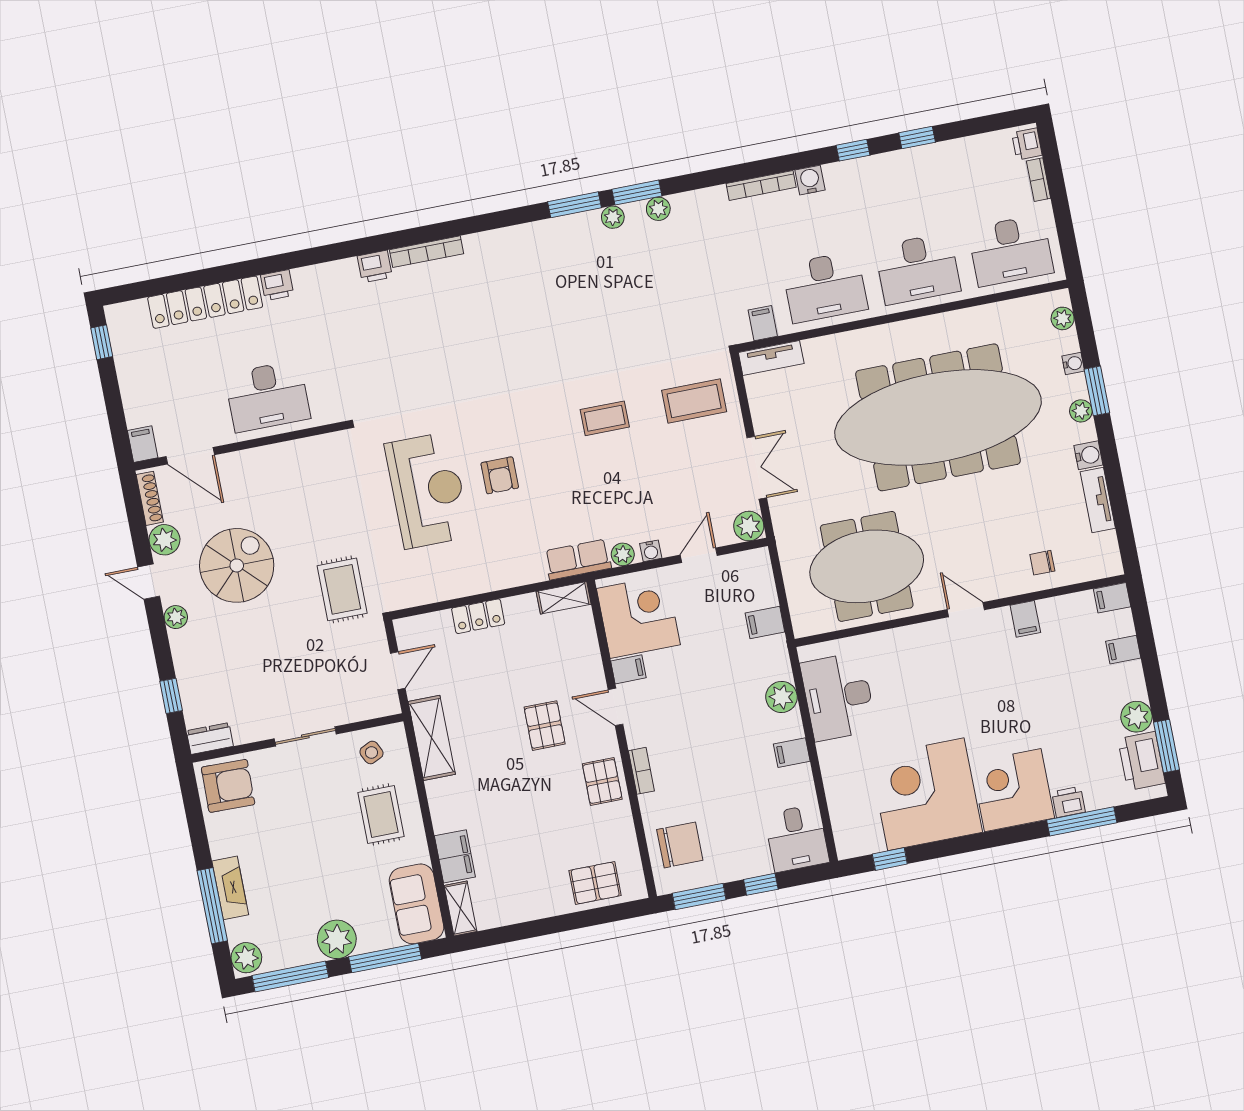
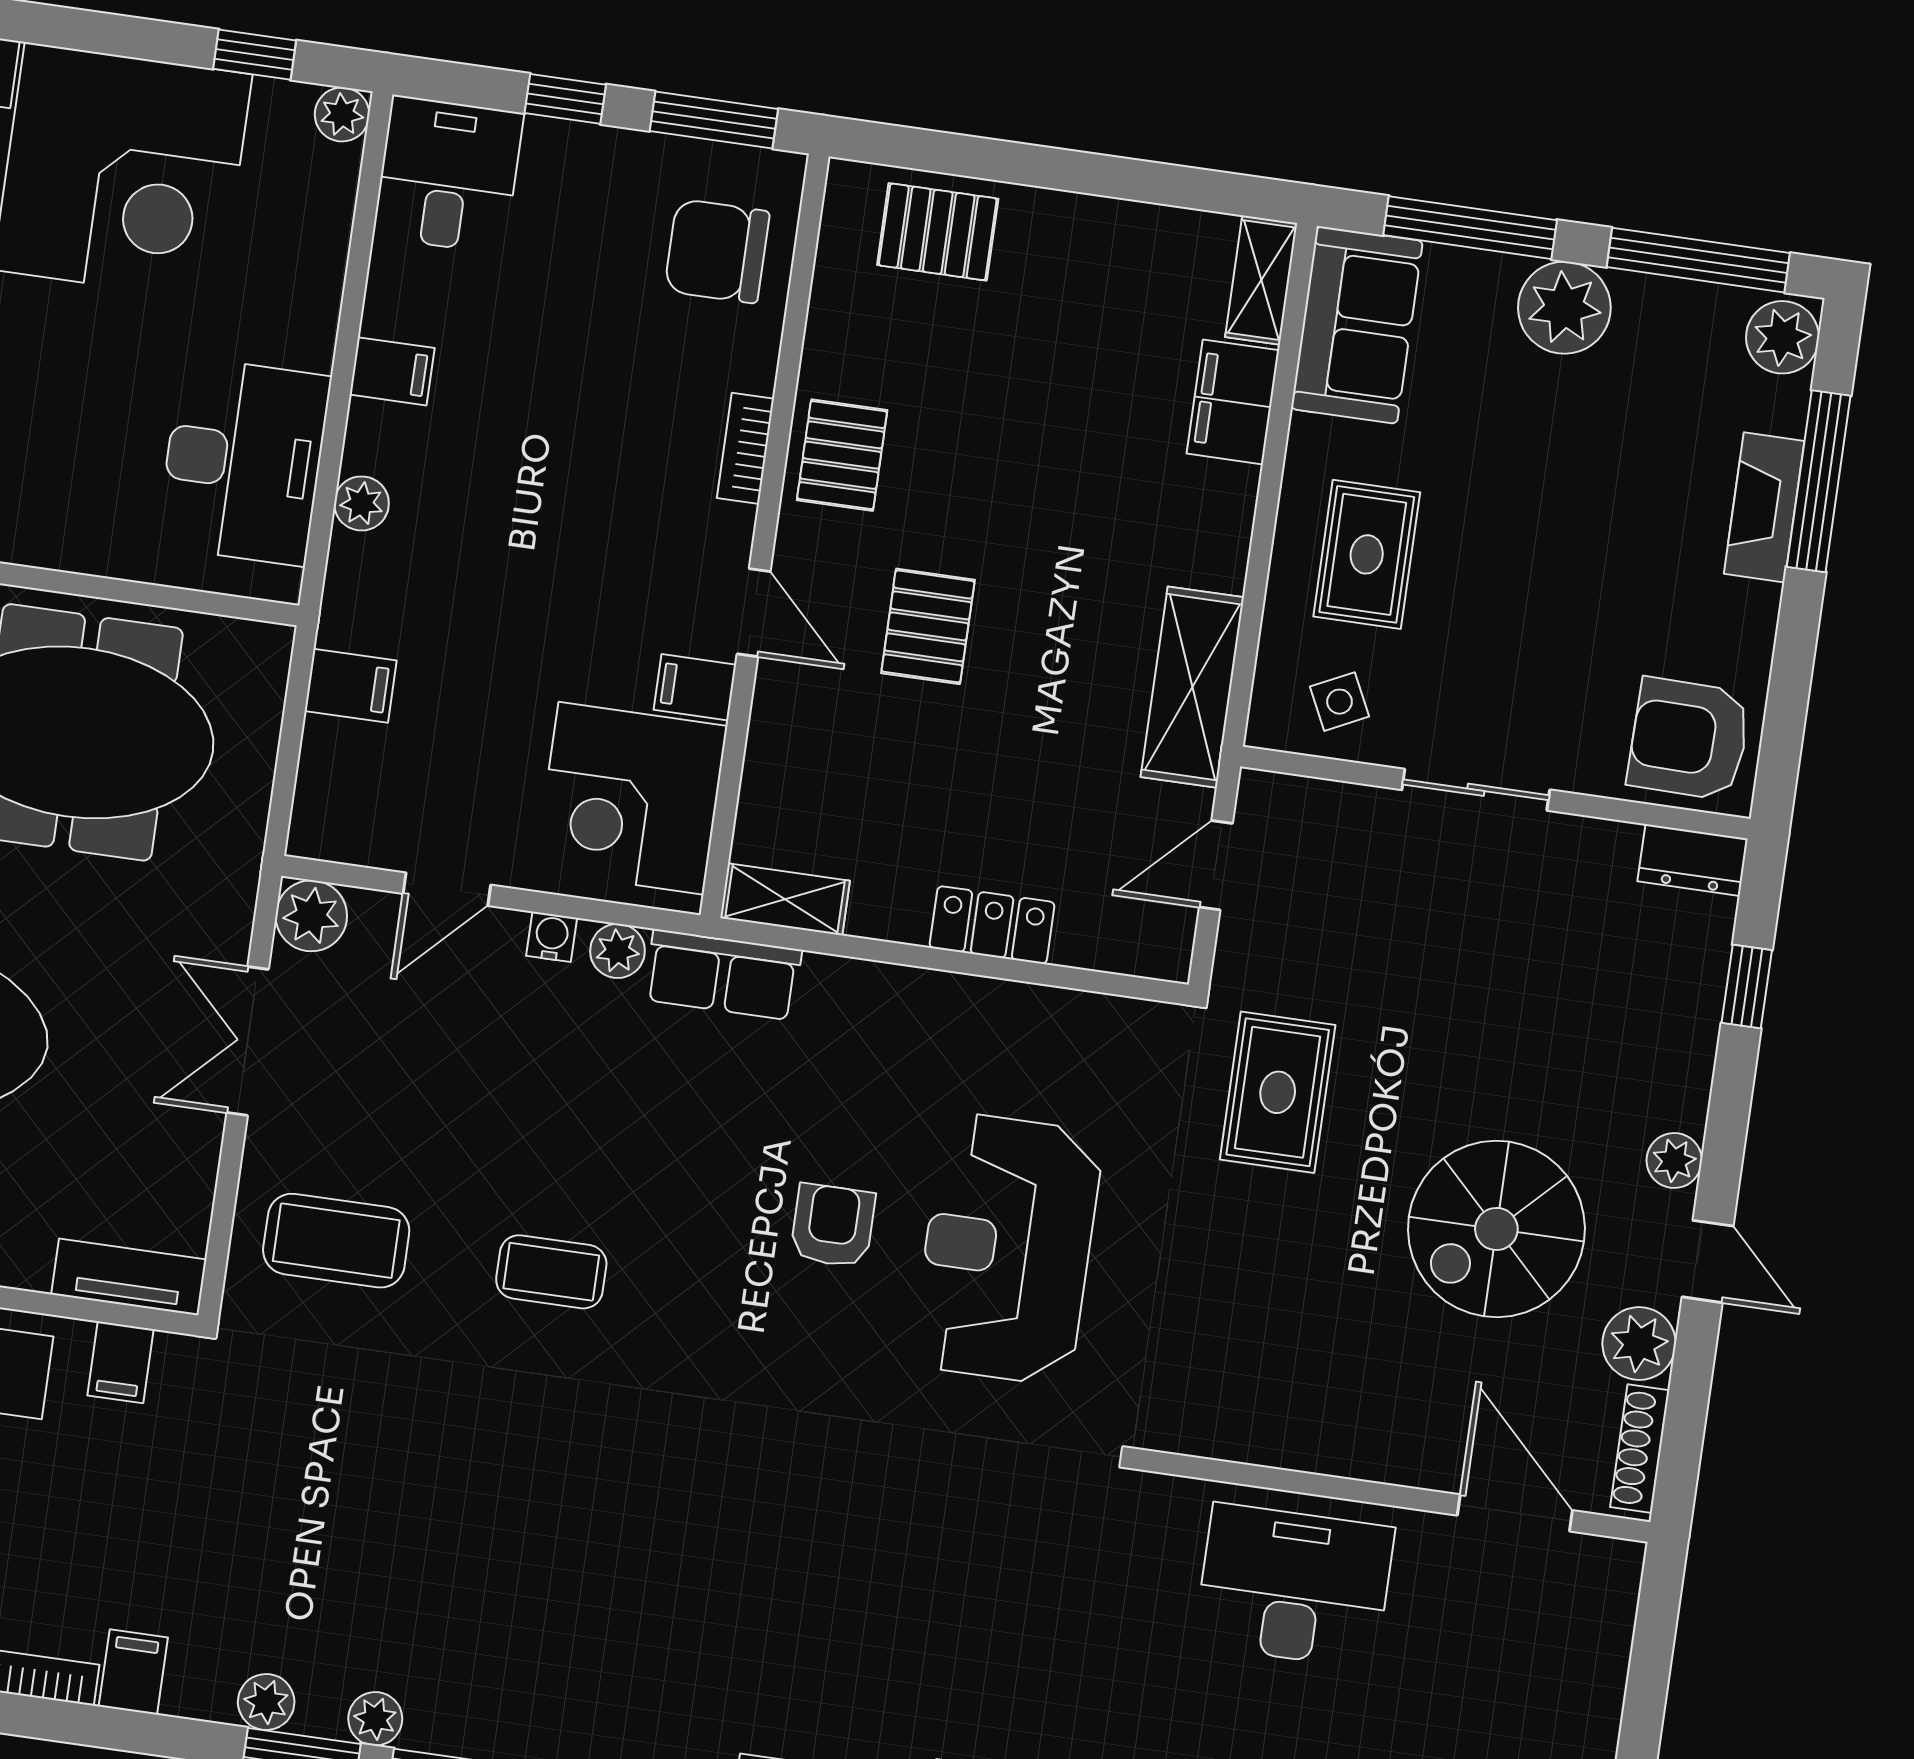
filing cabinet: (143, 444) -> (133, 1672), moved, turned 180
plant: (781, 697) -> (362, 503), width x0.73, depth x0.73
plant: (847, 847) -> (342, 114), added

